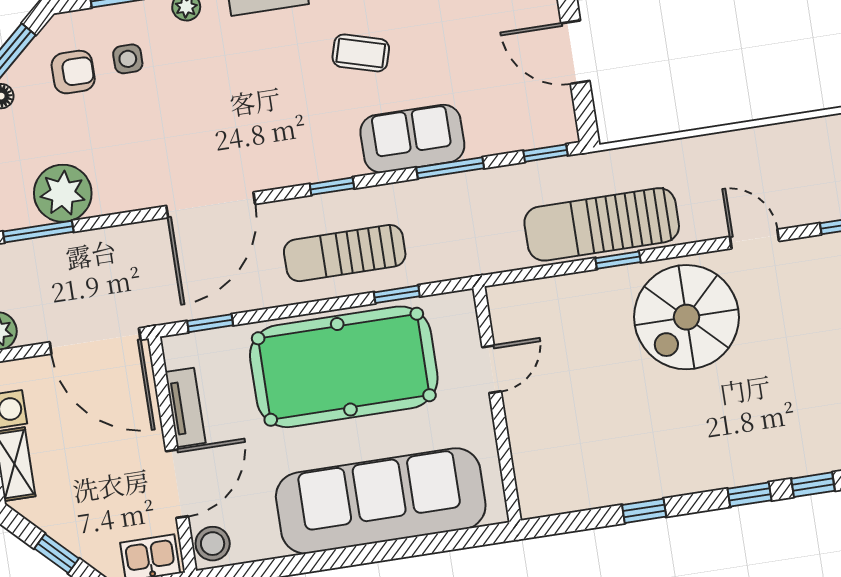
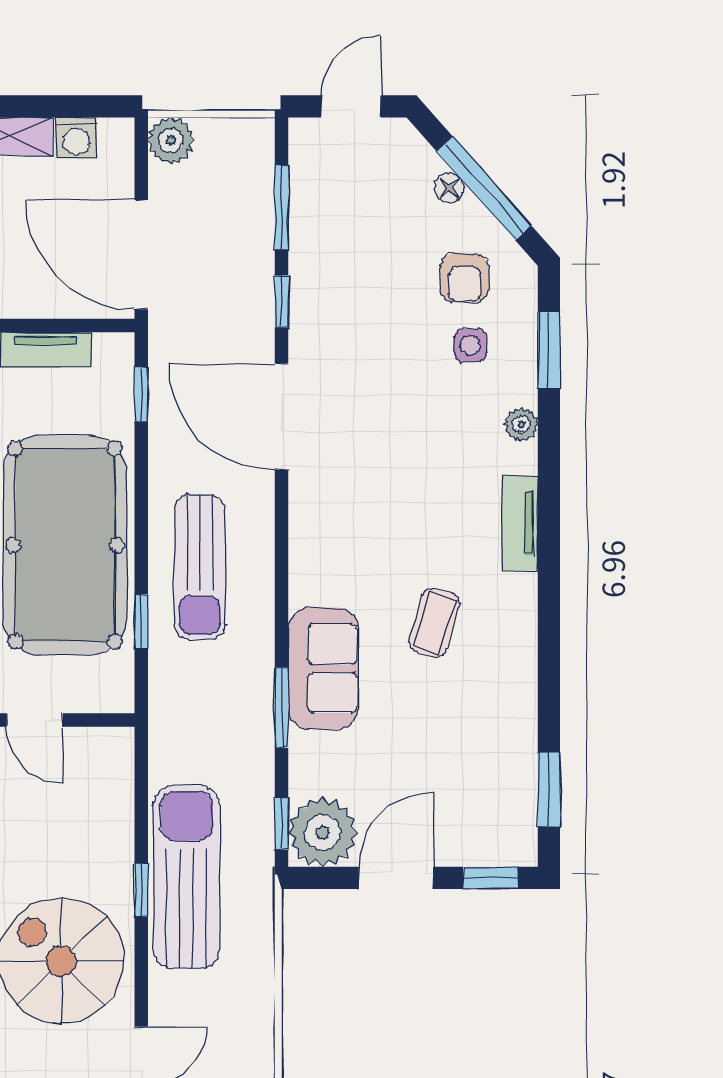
window: (332, 186) -> (282, 301), moved
plant: (63, 193) -> (323, 832), moved
sun lounger: (345, 253) -> (200, 567), turned 180
door: (95, 341) -> (141, 255), hinge flipped

